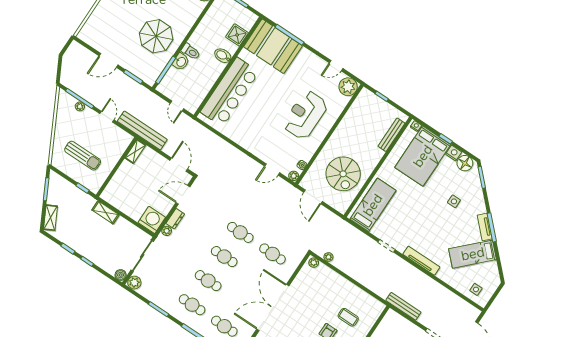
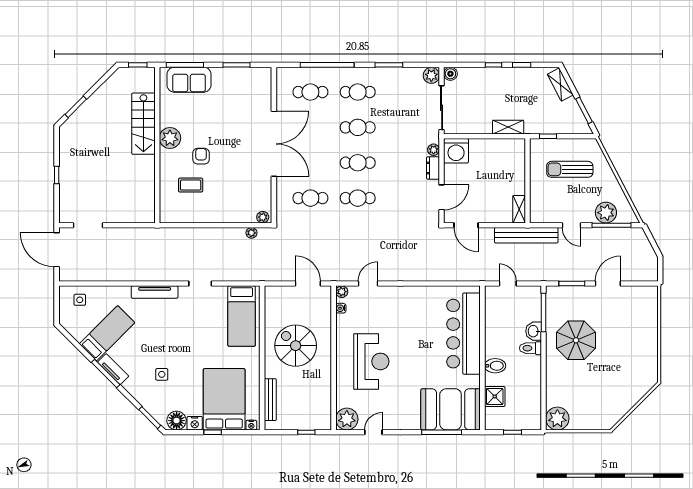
plant: (80, 106) -> (606, 213), width x1.87, depth x1.87
spiral stairs: (343, 174) -> (296, 346), moved
bench: (403, 306) -> (142, 234), removed

